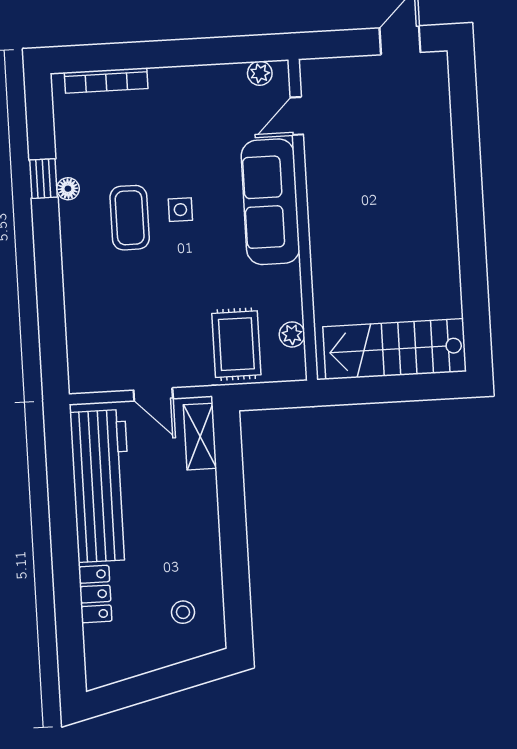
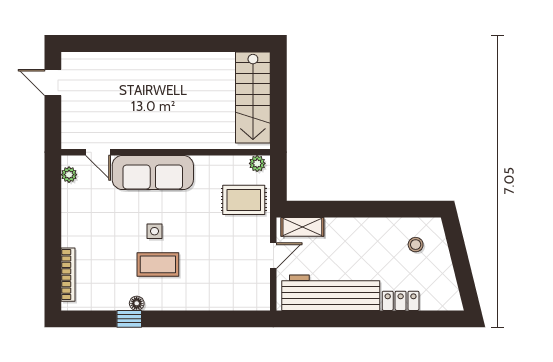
plant: (292, 334) -> (257, 163), moved

